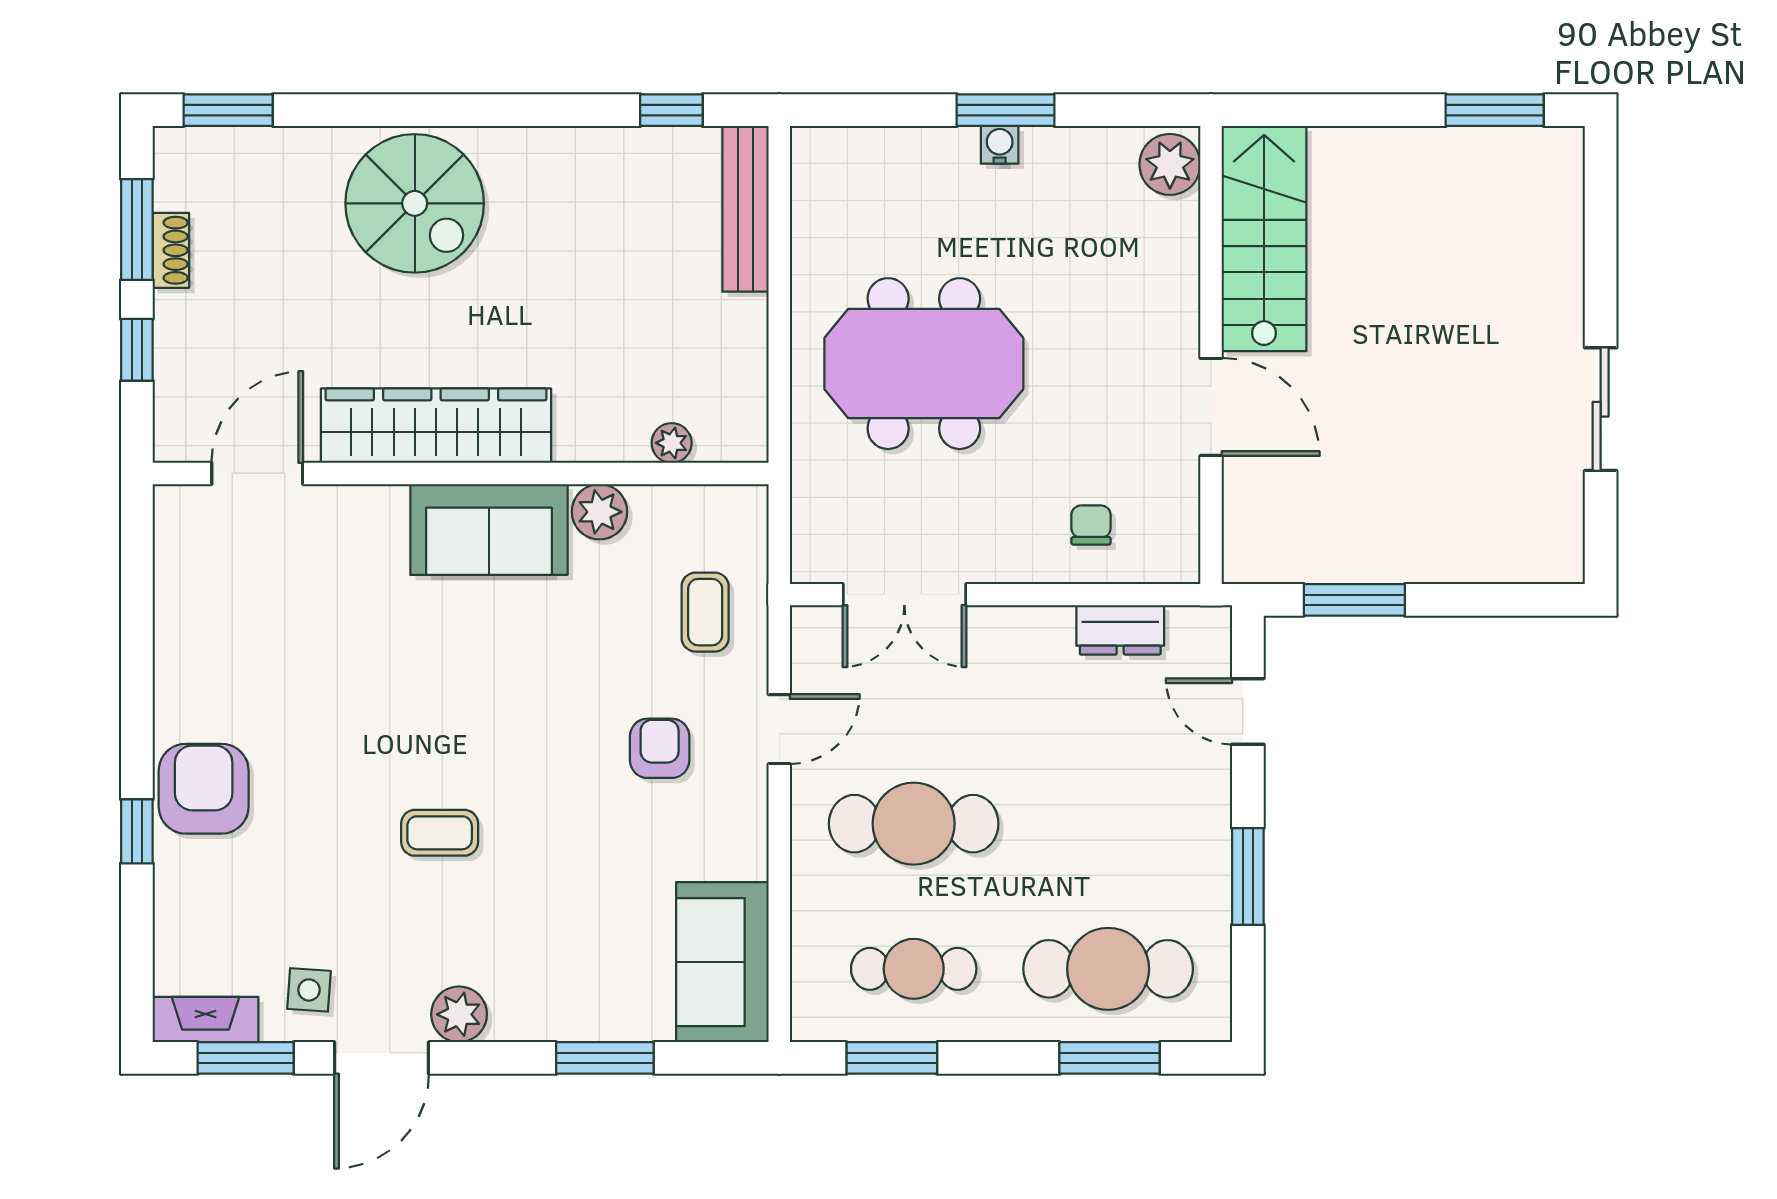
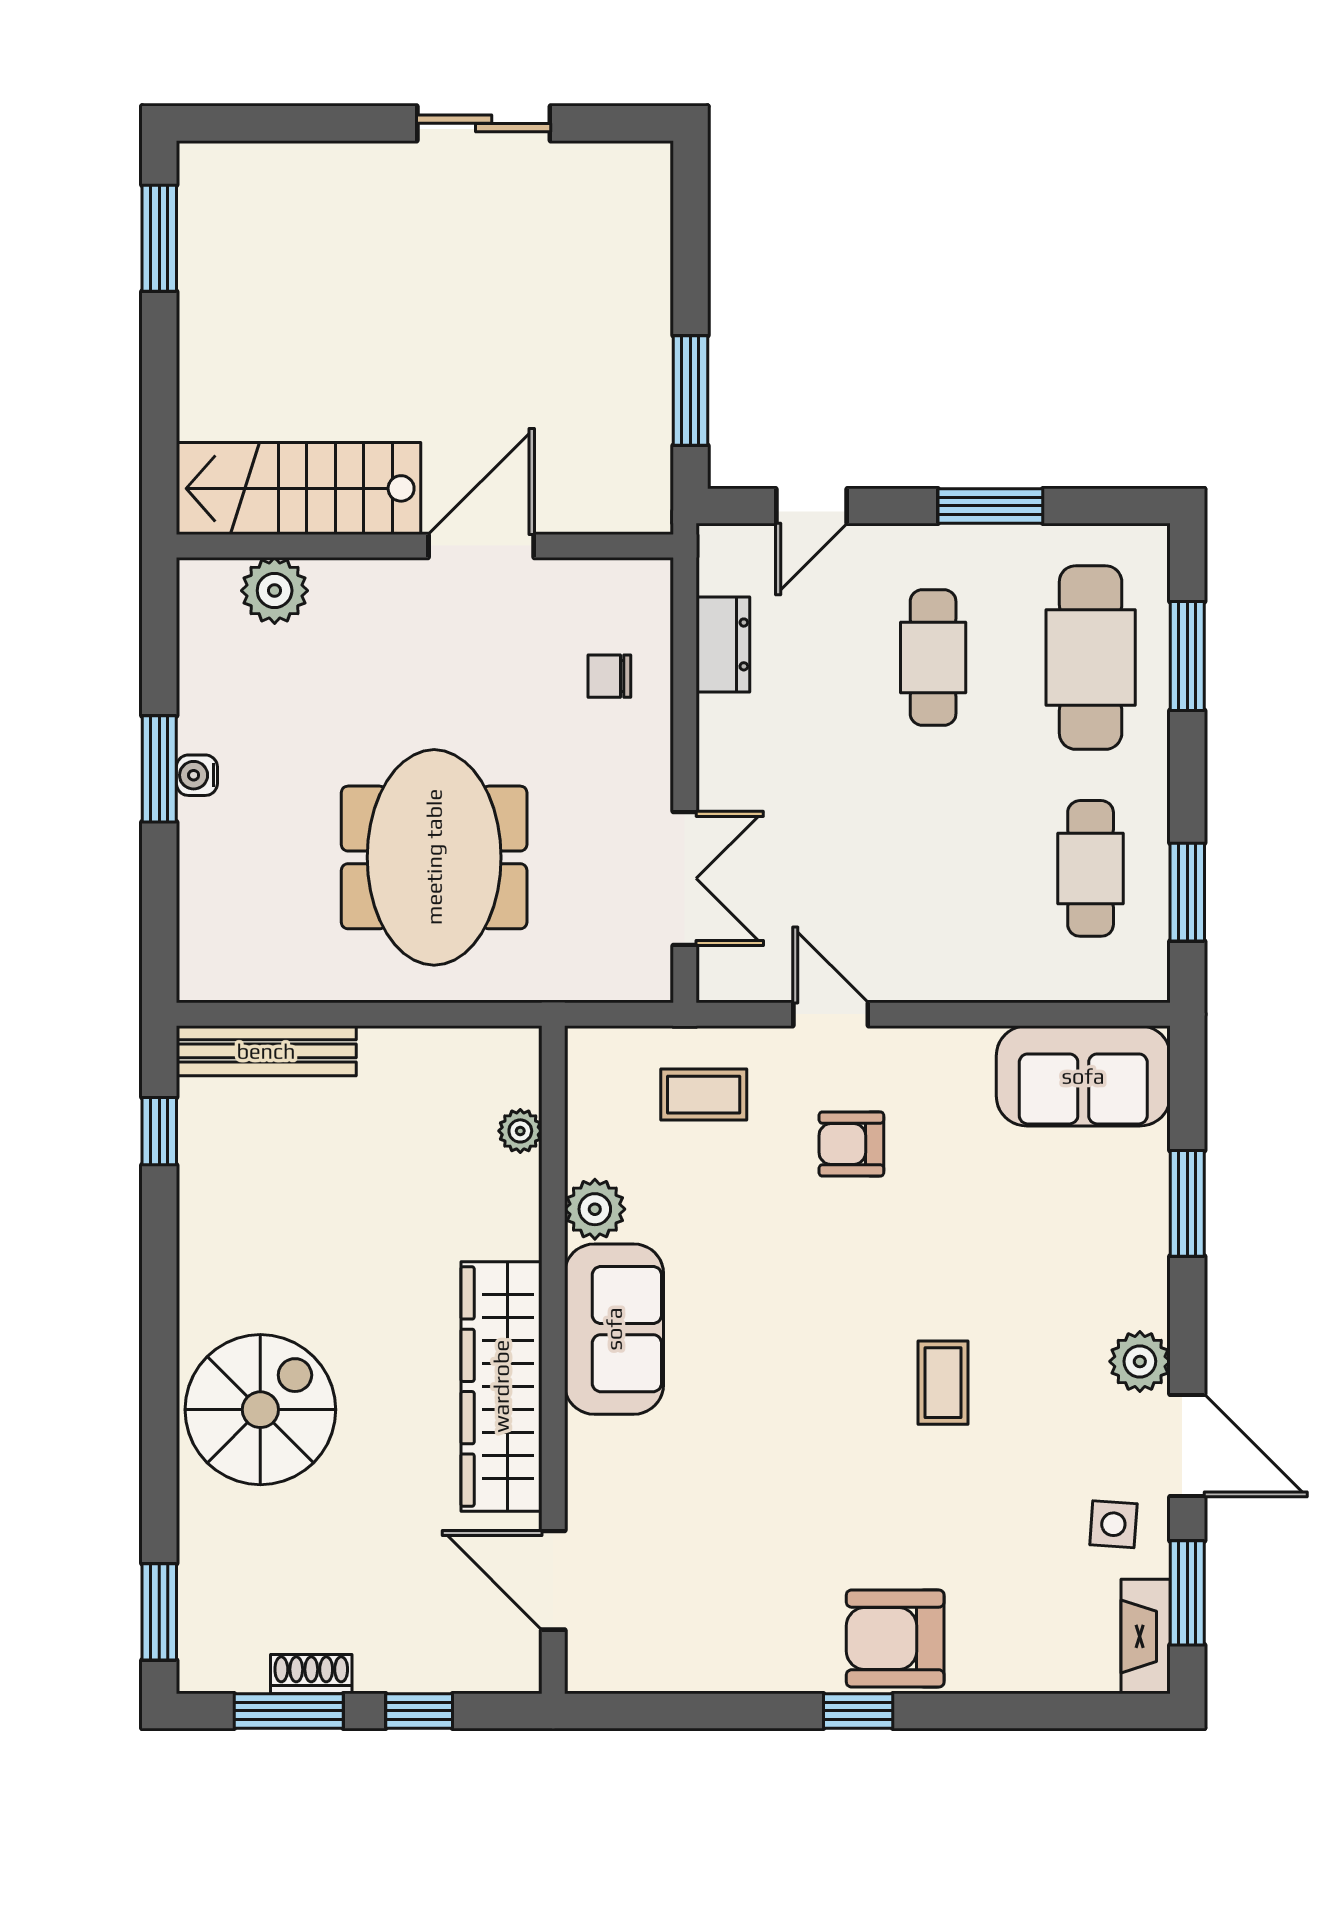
plant: (1170, 164) -> (275, 591), moved
cafe table: (914, 824) -> (933, 658), moved, width x0.73, depth x0.74
window: (137, 831) -> (858, 1711), moved

